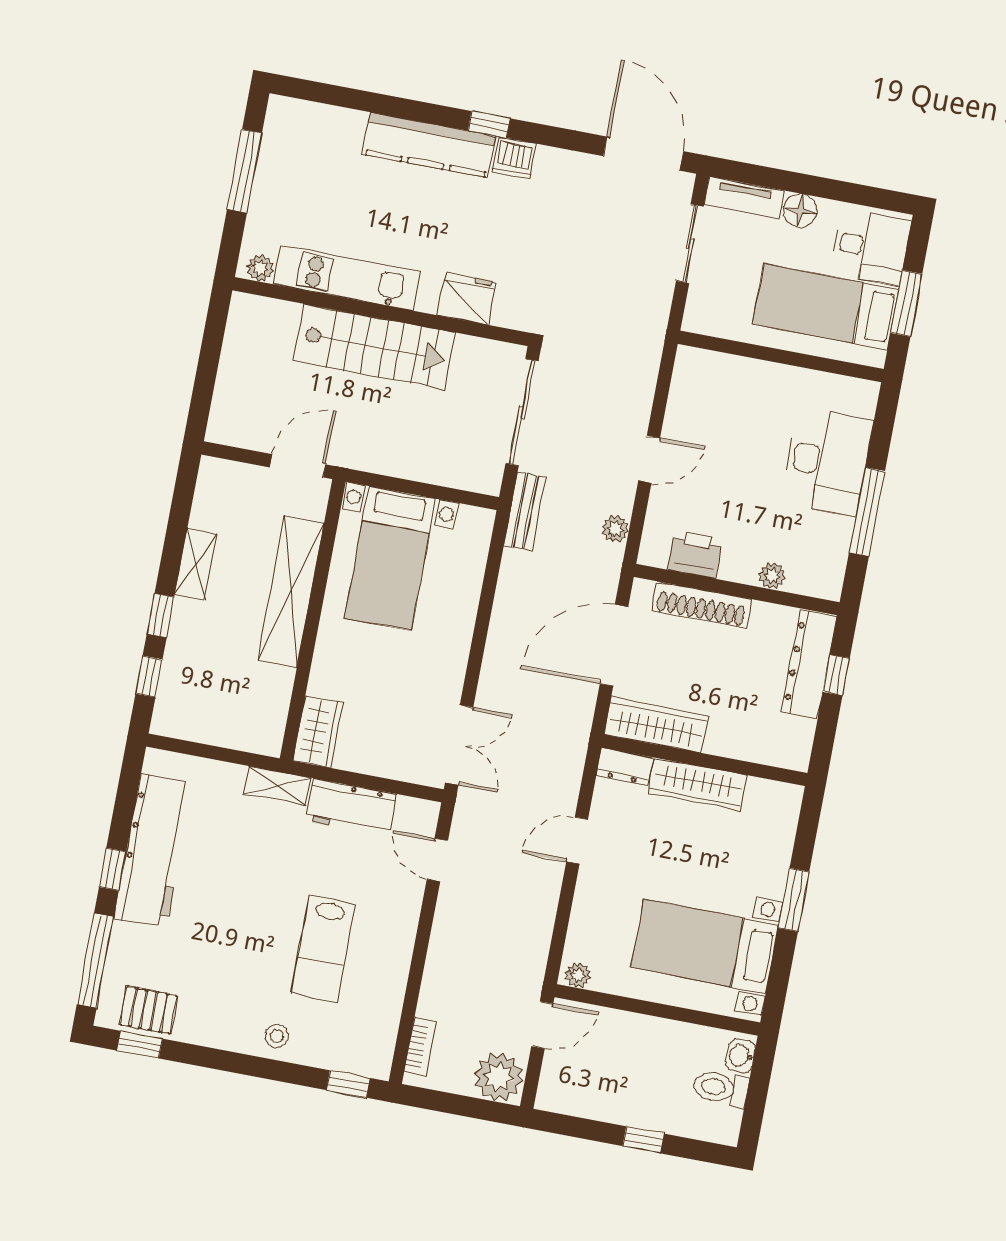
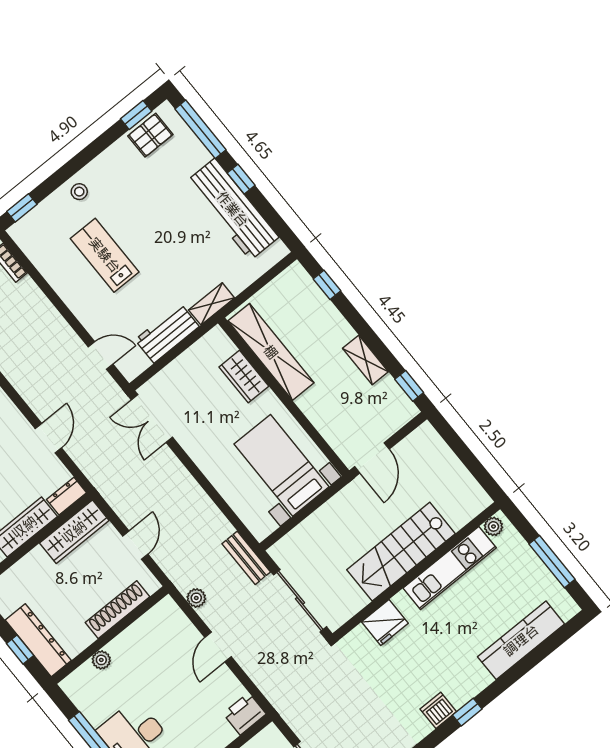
kitchen counter: (429, 145) -> (521, 640), moved
printer: (695, 554) -> (244, 714), moved, turned 180
shelving: (291, 591) -> (271, 352), moved
window: (161, 615) -> (409, 386), moved
door: (614, 645) -> (135, 545), width x0.53
wardrobe: (318, 732) -> (244, 377), moved

